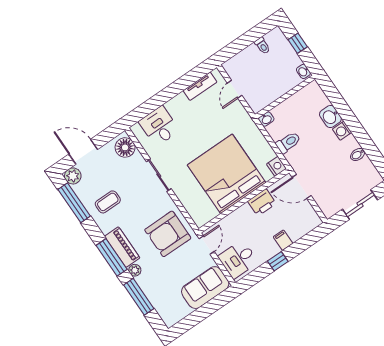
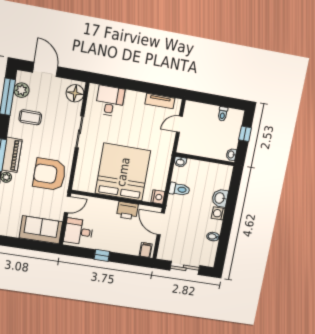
plant: (73, 176) -> (22, 90), moved
filing cabinet: (283, 240) -> (146, 250), moved

